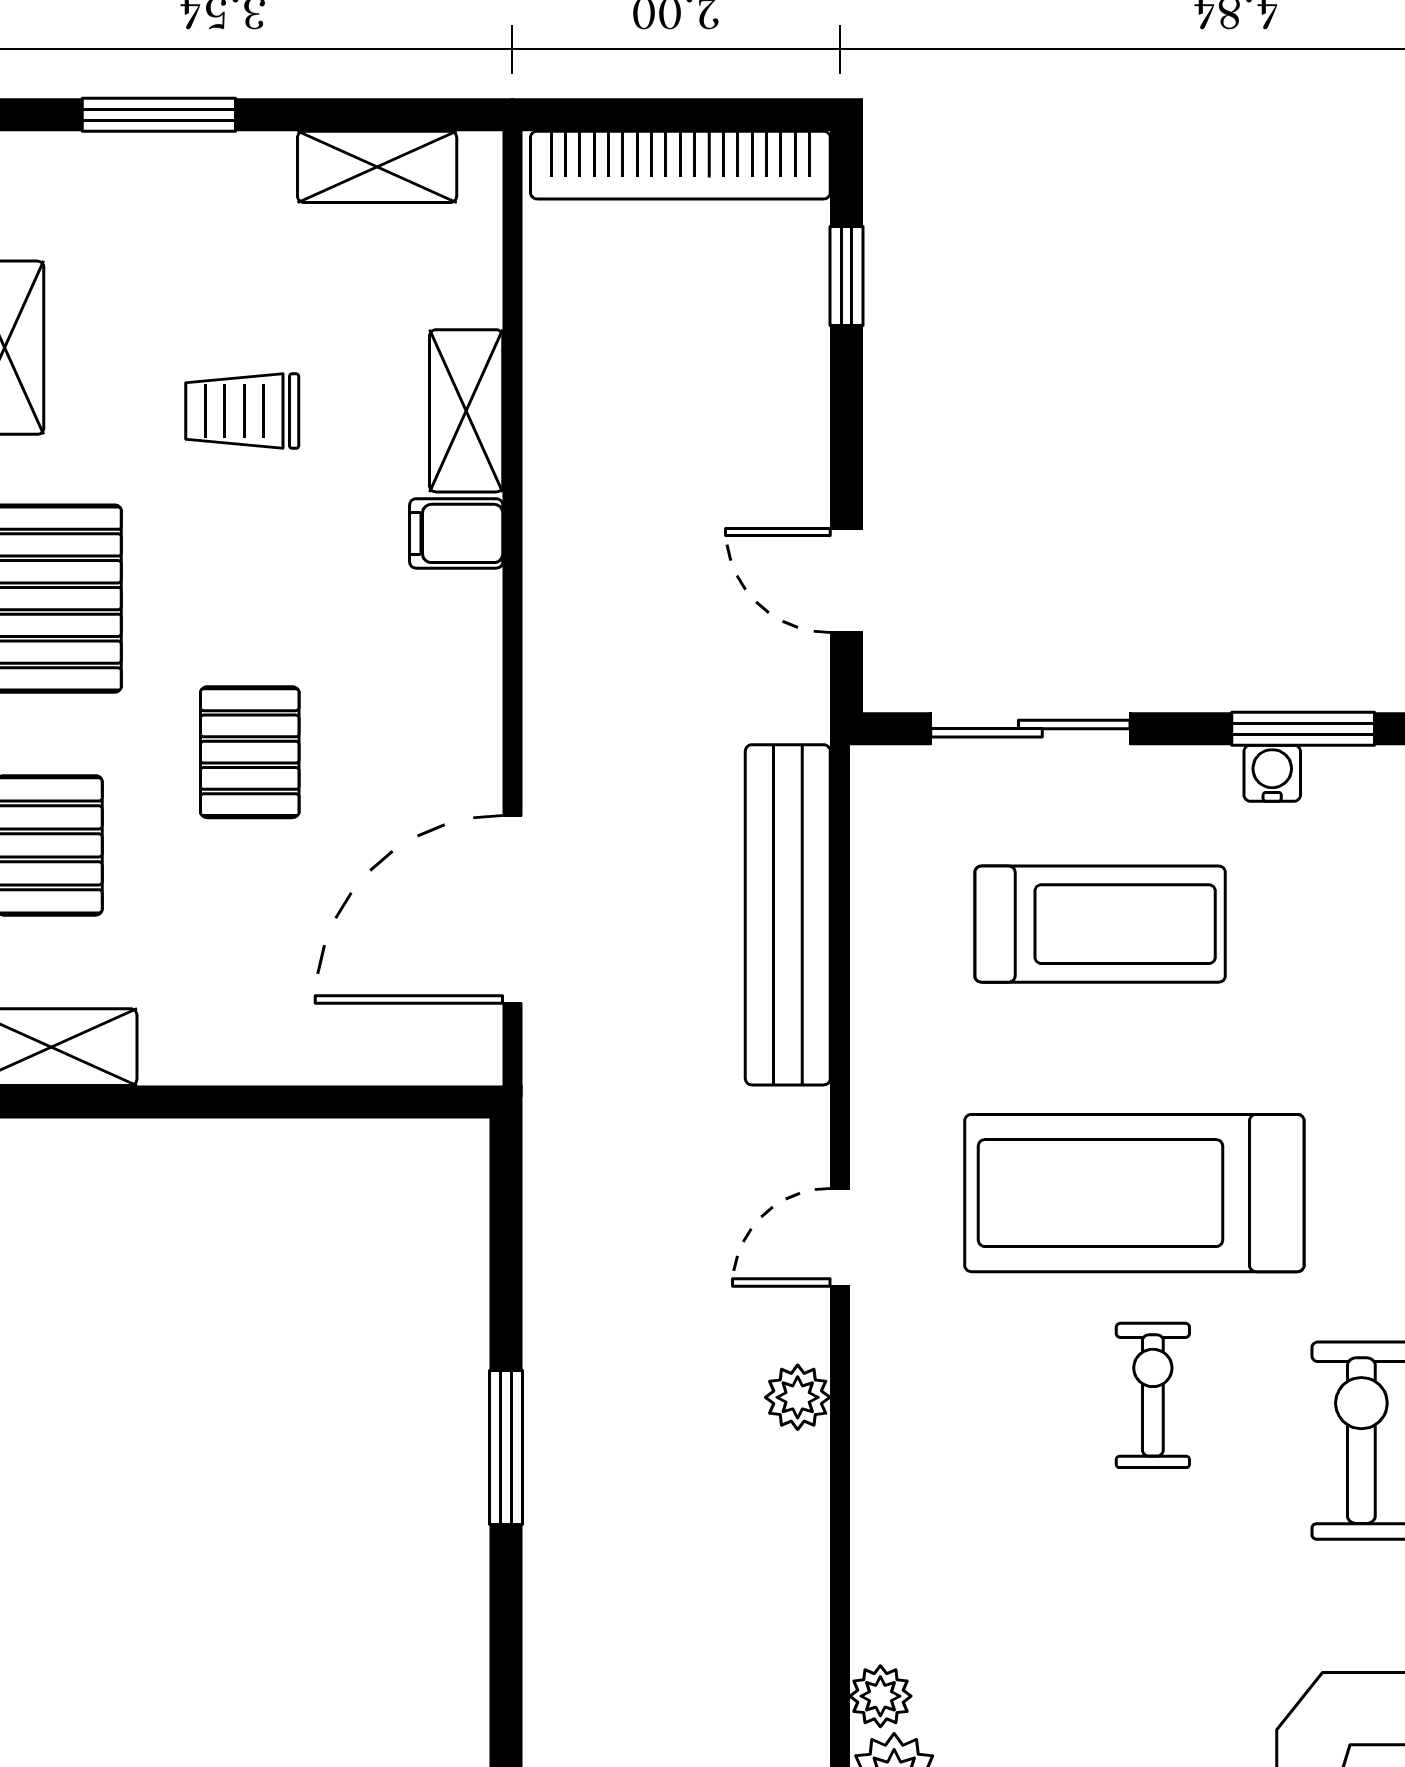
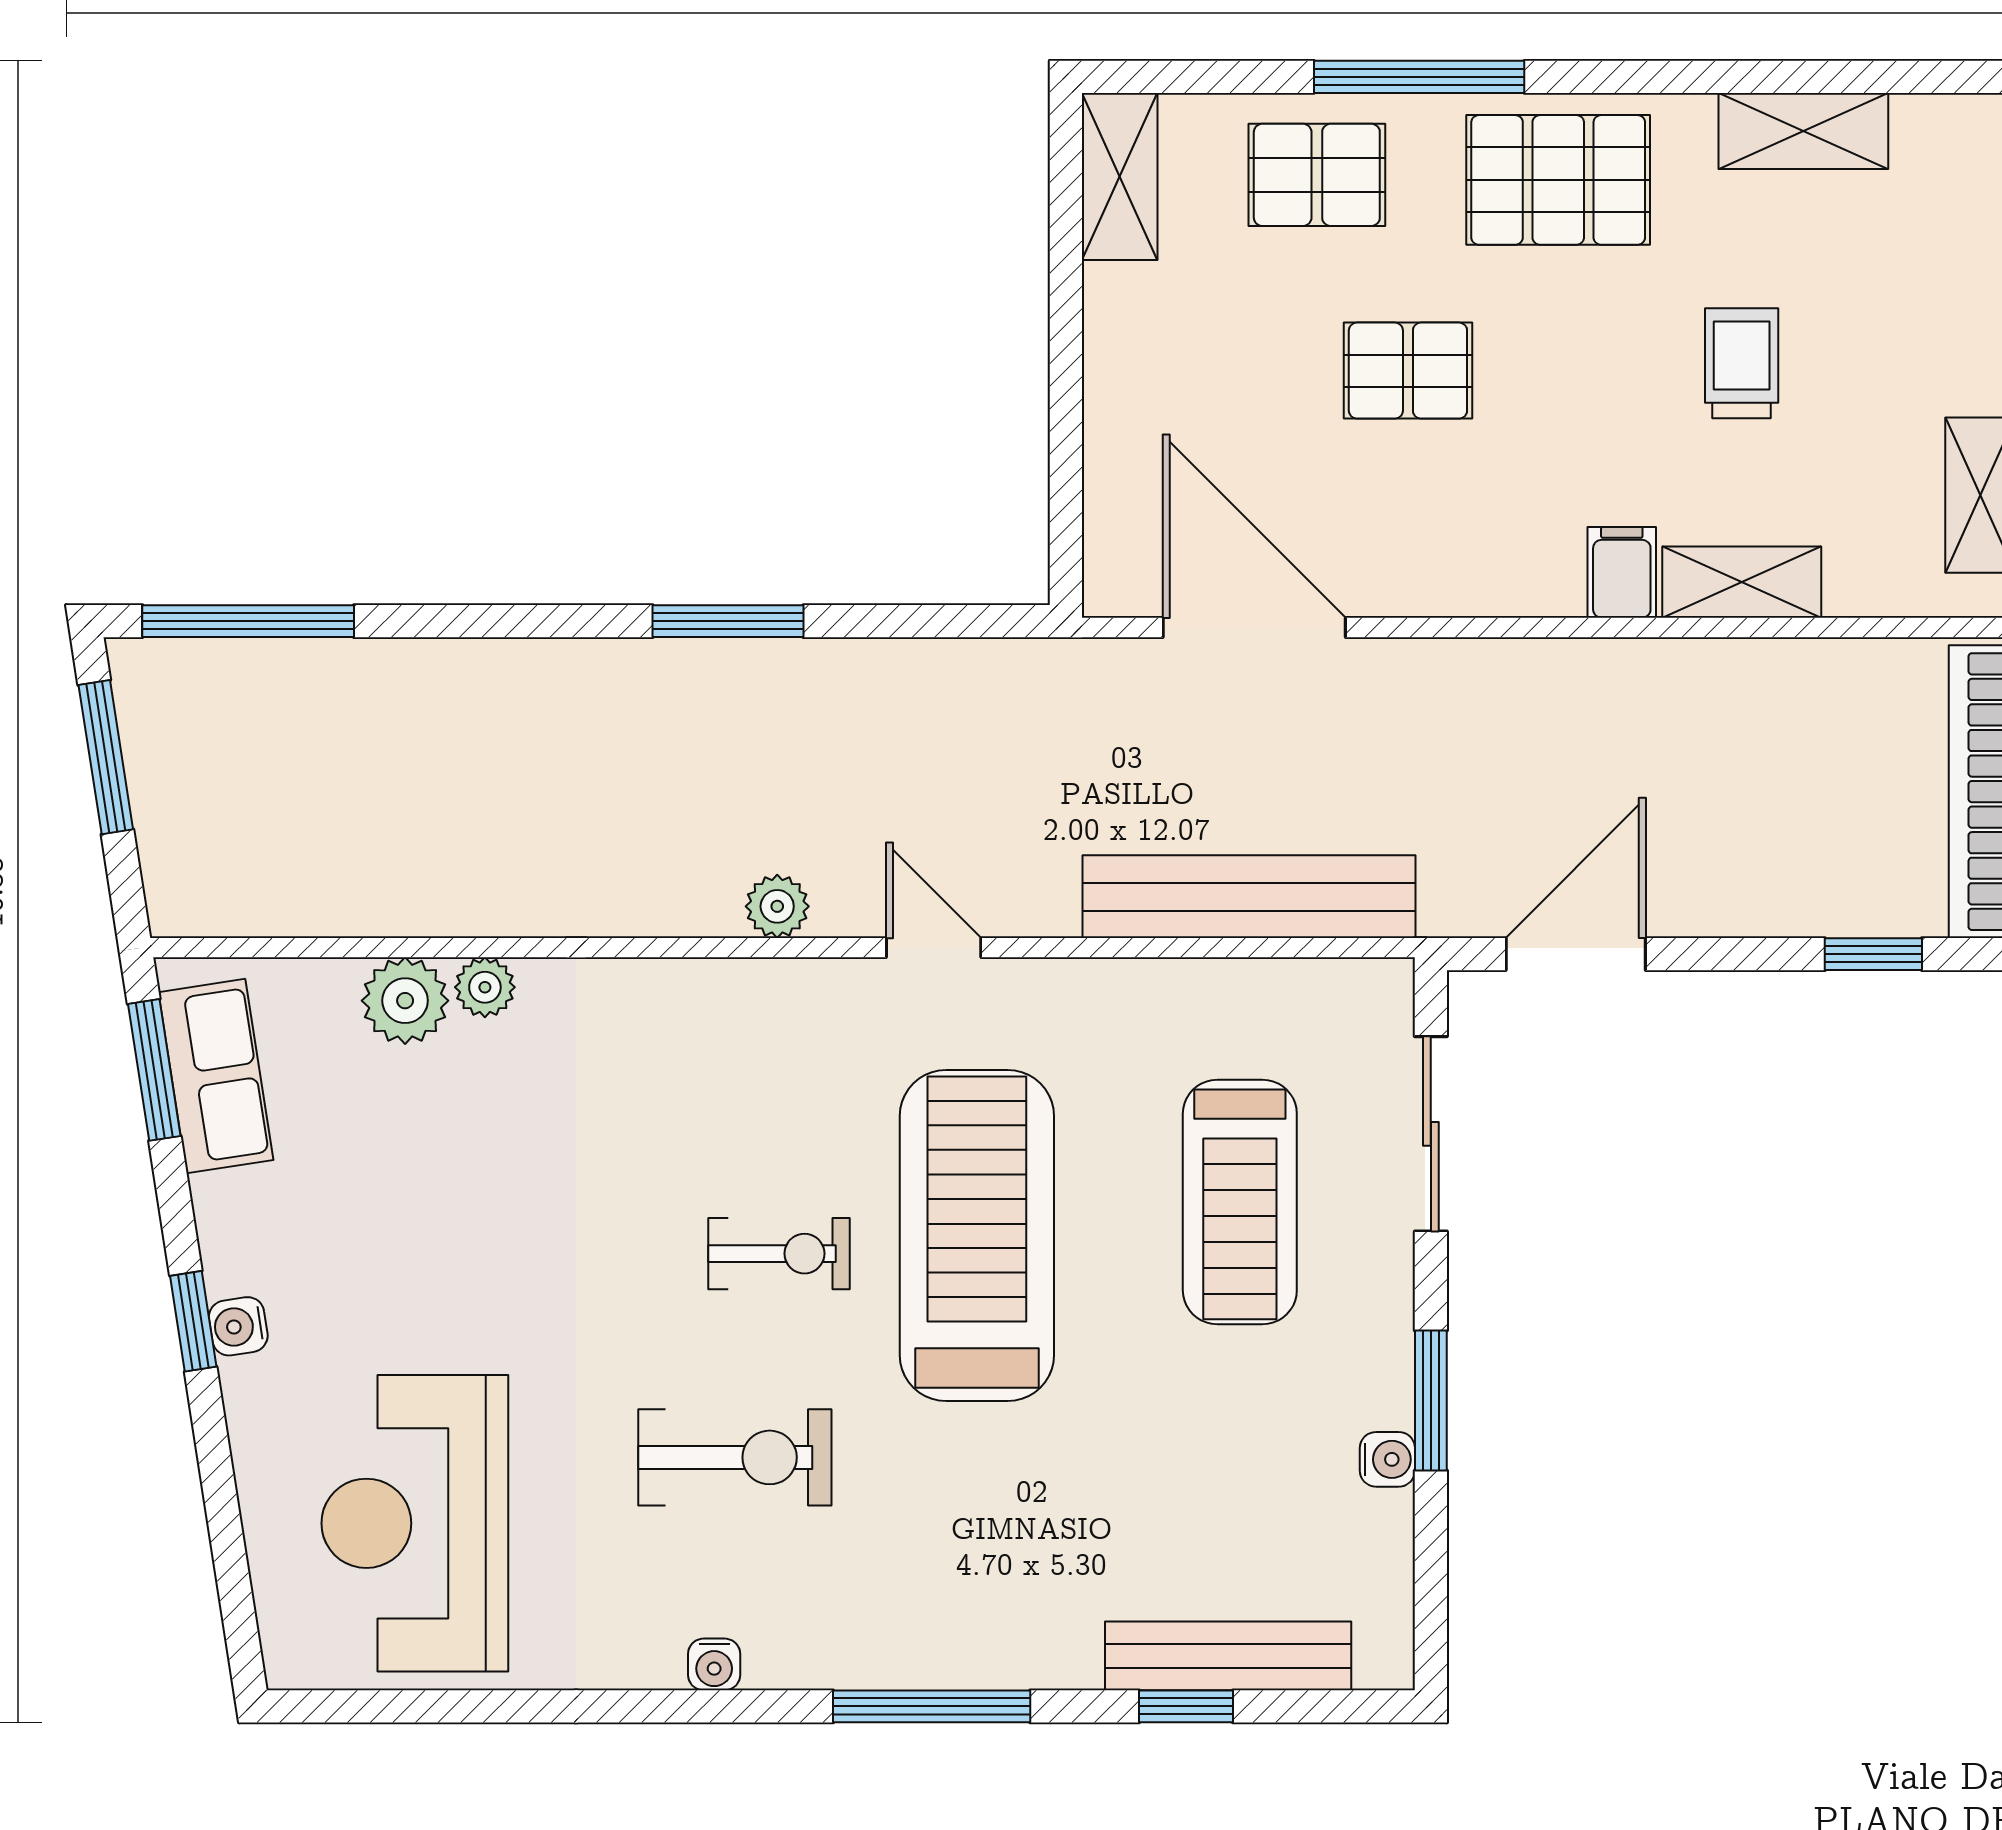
door: (846, 581) -> (1576, 954), width x1.38
water cooler: (1272, 773) -> (1387, 1459), moved

